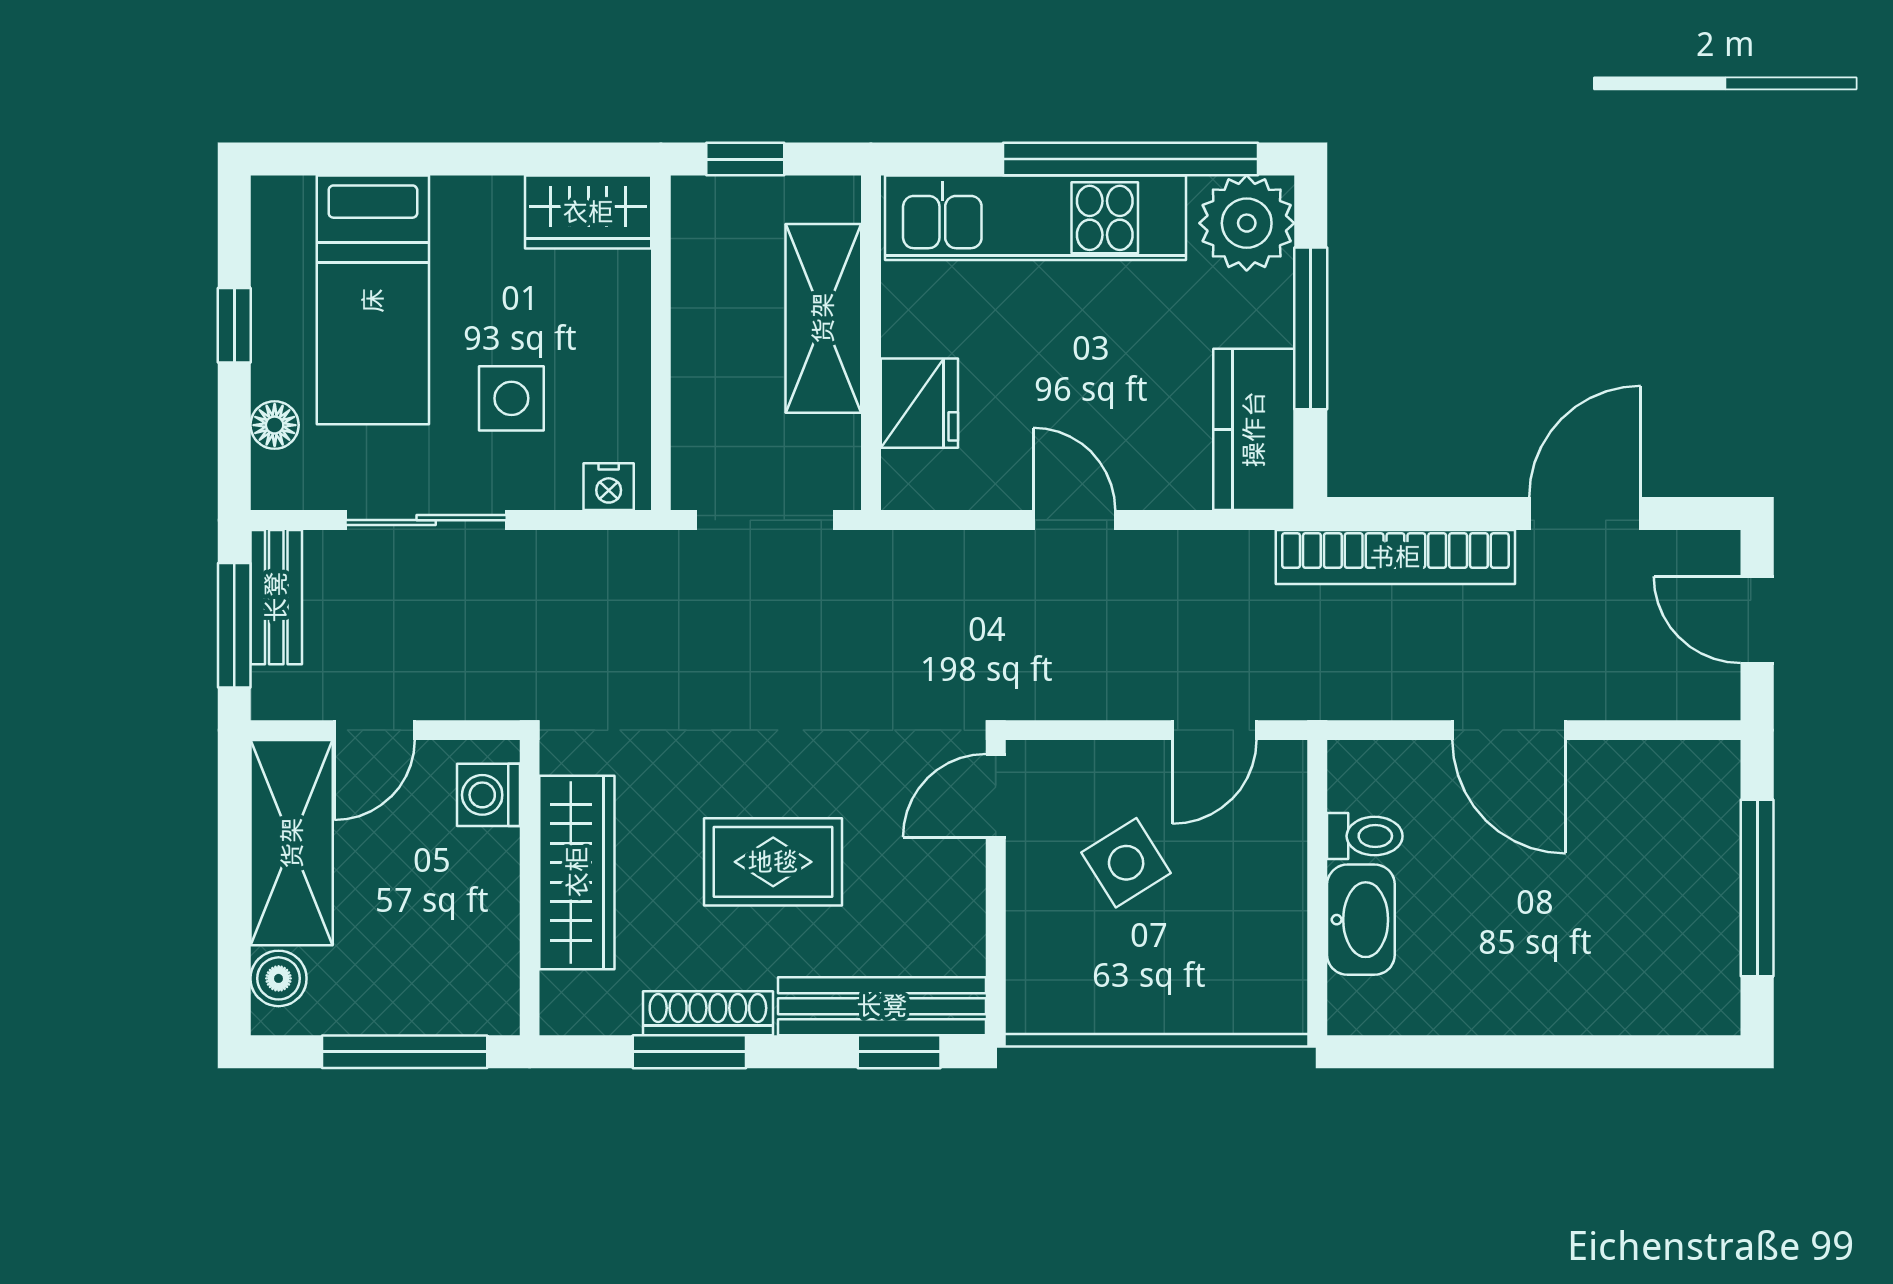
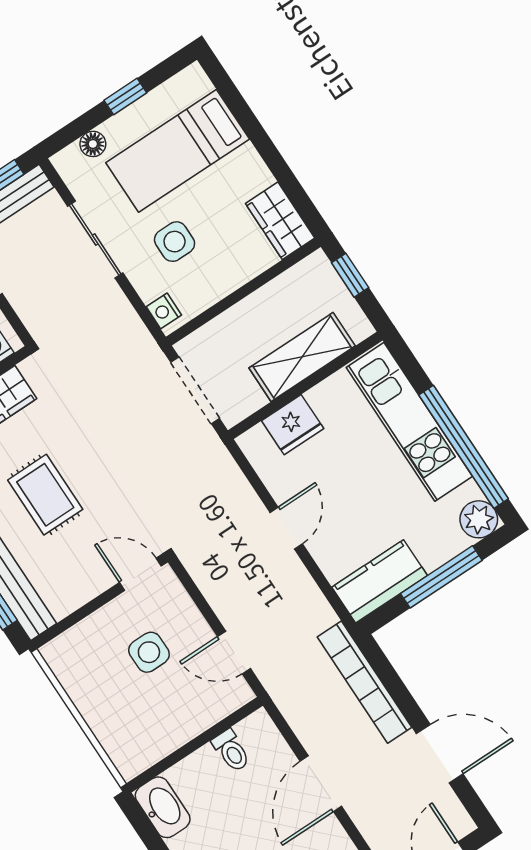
plant: (1247, 223) -> (479, 519), width x0.73, depth x0.73
side table: (1126, 863) -> (149, 652), turned 32
washbasin: (1361, 920) -> (163, 807), moved, turned -90

